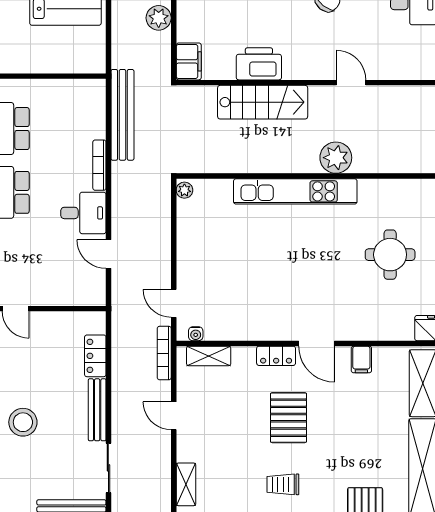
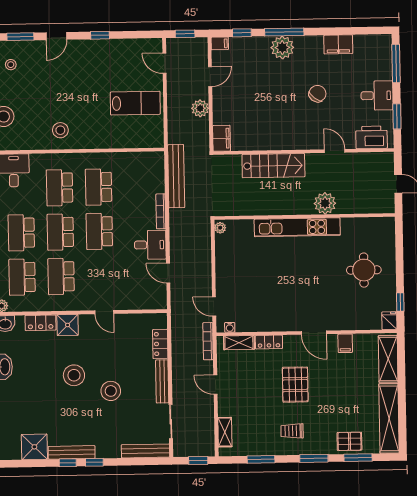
printer: (259, 64) -> (371, 137), moved
locker: (276, 356) -> (269, 342), moved

